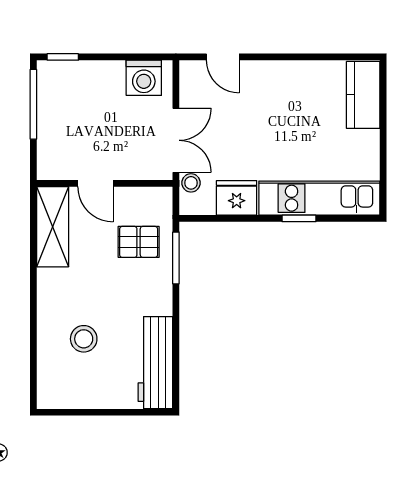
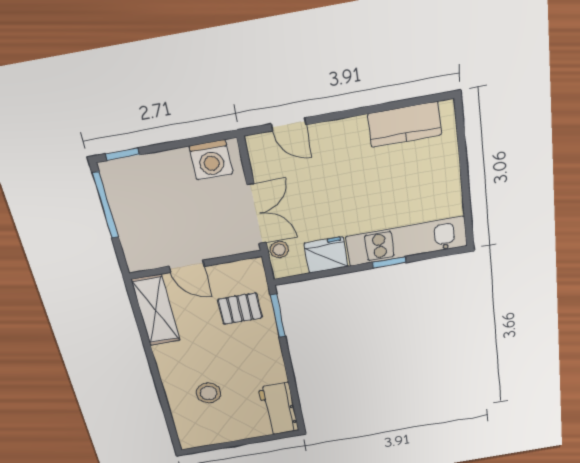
kitchen counter: (363, 95) -> (405, 124), moved, turned -90
workbench: (155, 363) -> (279, 409), width x0.73

